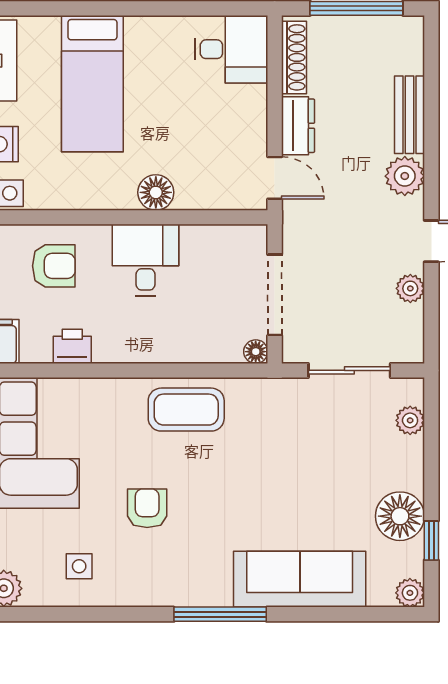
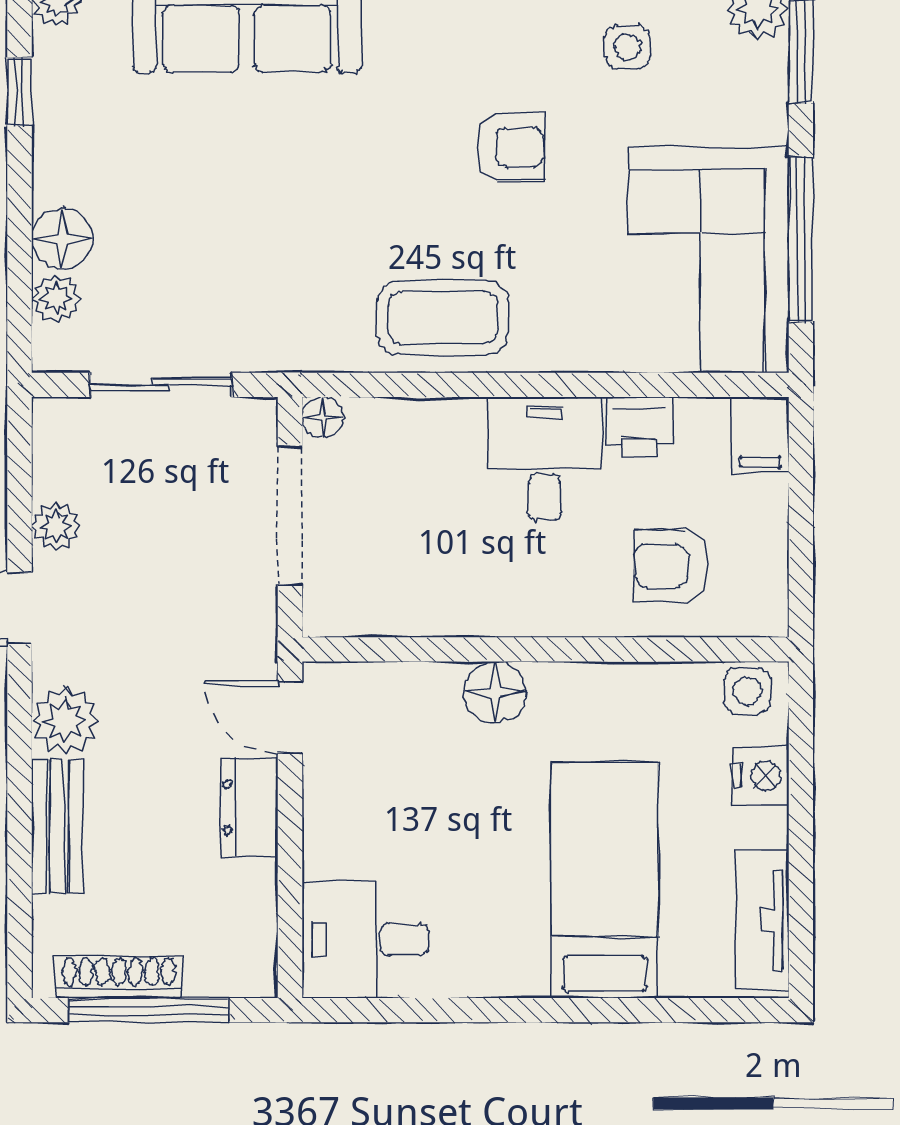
shoe rack: (294, 57) -> (119, 977), moved, turned 90
desk: (146, 260) -> (545, 459), moved, turned 180
armchair: (147, 508) -> (510, 147), turned -90
floor lamp: (400, 516) -> (62, 239), moved, width x0.73, depth x0.73

